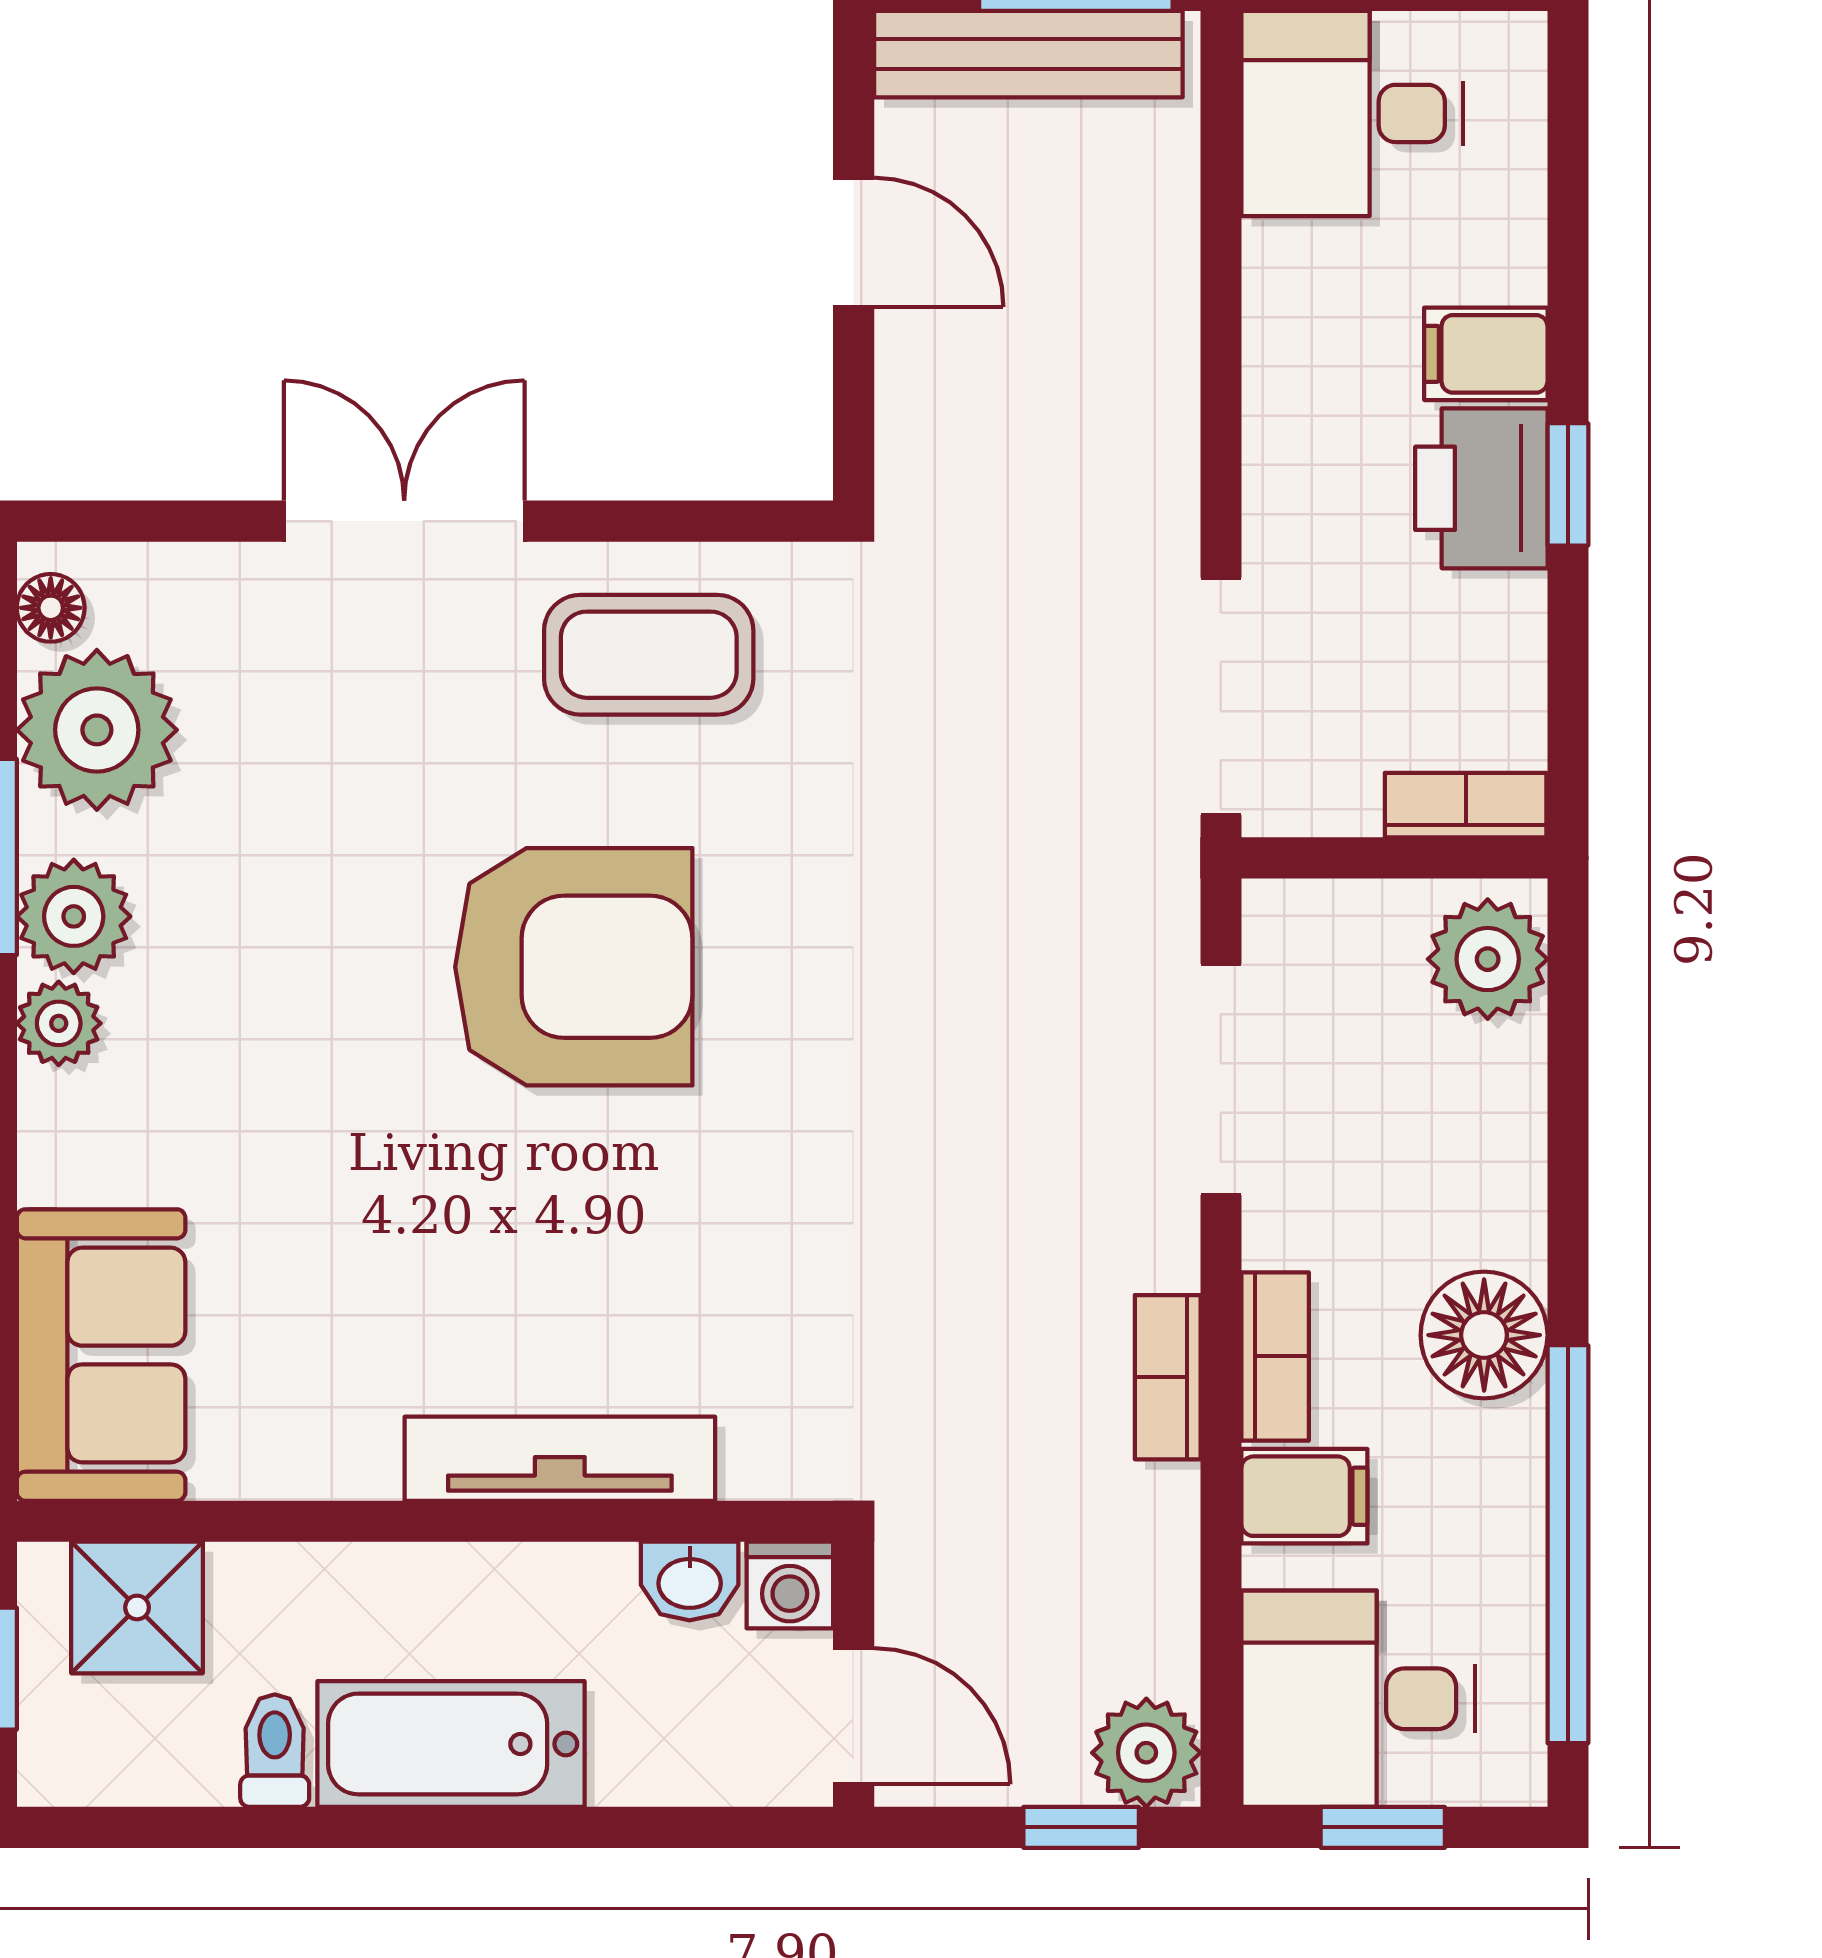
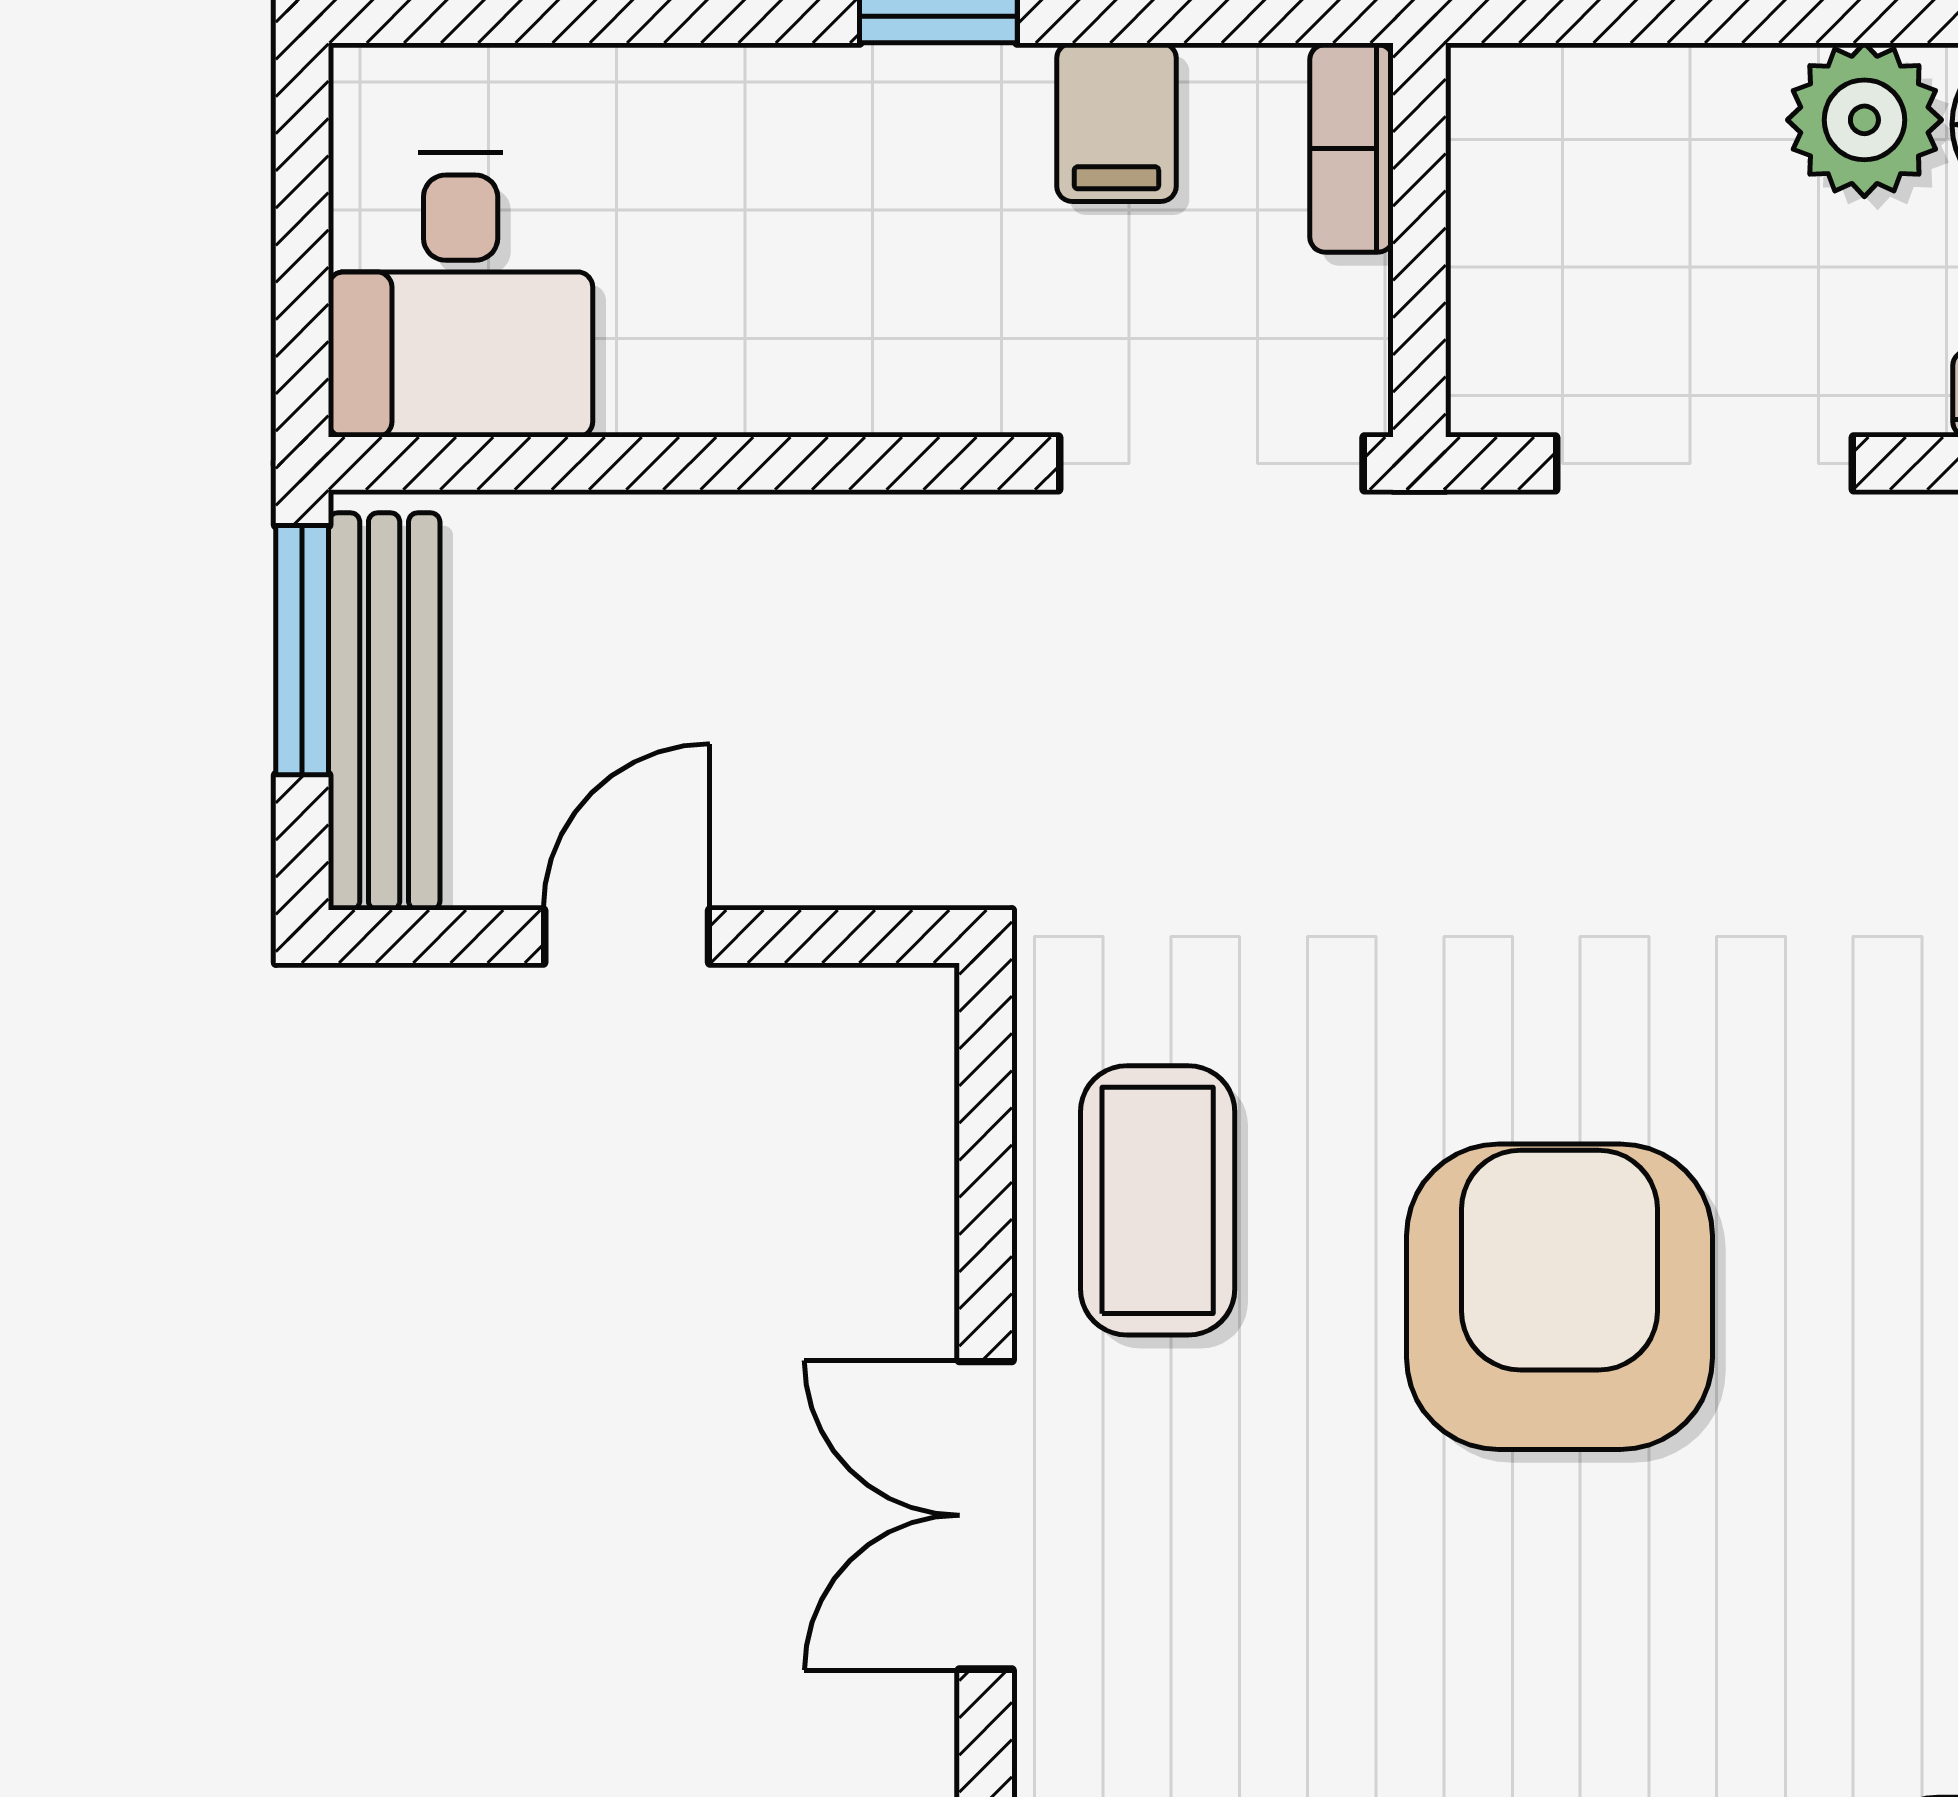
filing cabinet: (1486, 354) -> (1116, 122), moved
printer: (1481, 488) -> (943, 128), removed
plant: (1488, 959) -> (1864, 120), moved

